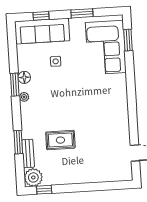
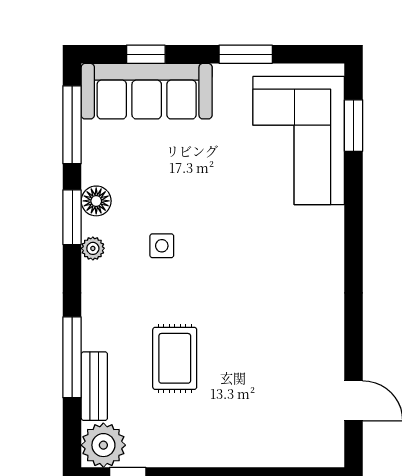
window: (12, 47) -> (72, 125), added
side table: (56, 61) -> (162, 246), moved
rug: (60, 140) -> (175, 358), turned 90
window: (18, 142) -> (72, 357), width x1.44

